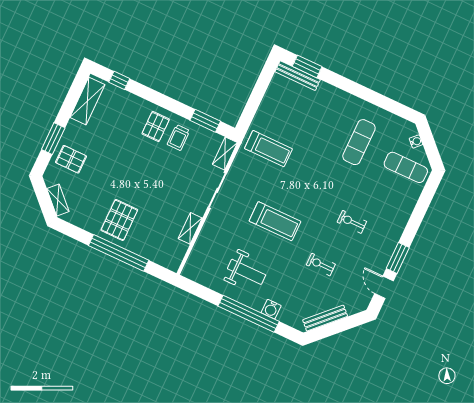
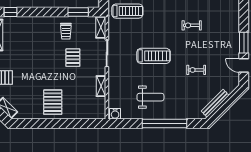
pallet: (156, 127) -> (73, 58), moved
exercise bike: (352, 222) -> (192, 25), moved
window: (119, 253) -> (62, 124), removed
water cooler: (271, 309) -> (115, 114), moved

